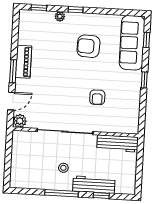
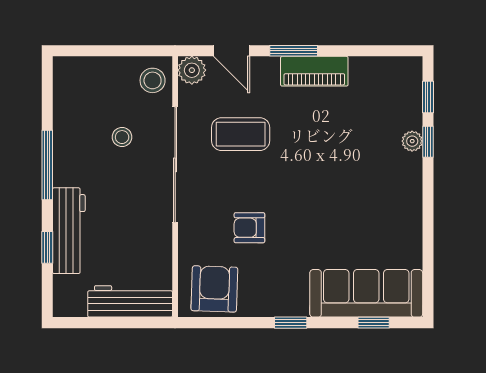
window: (76, 10) -> (428, 142), moved
armchair: (88, 46) -> (214, 289), moved
coffee table: (52, 99) -> (241, 134), added
stool: (24, 140) -> (153, 80), added
workbench: (118, 143) -> (130, 301), moved, turned 90
stool: (63, 168) -> (122, 137), moved

